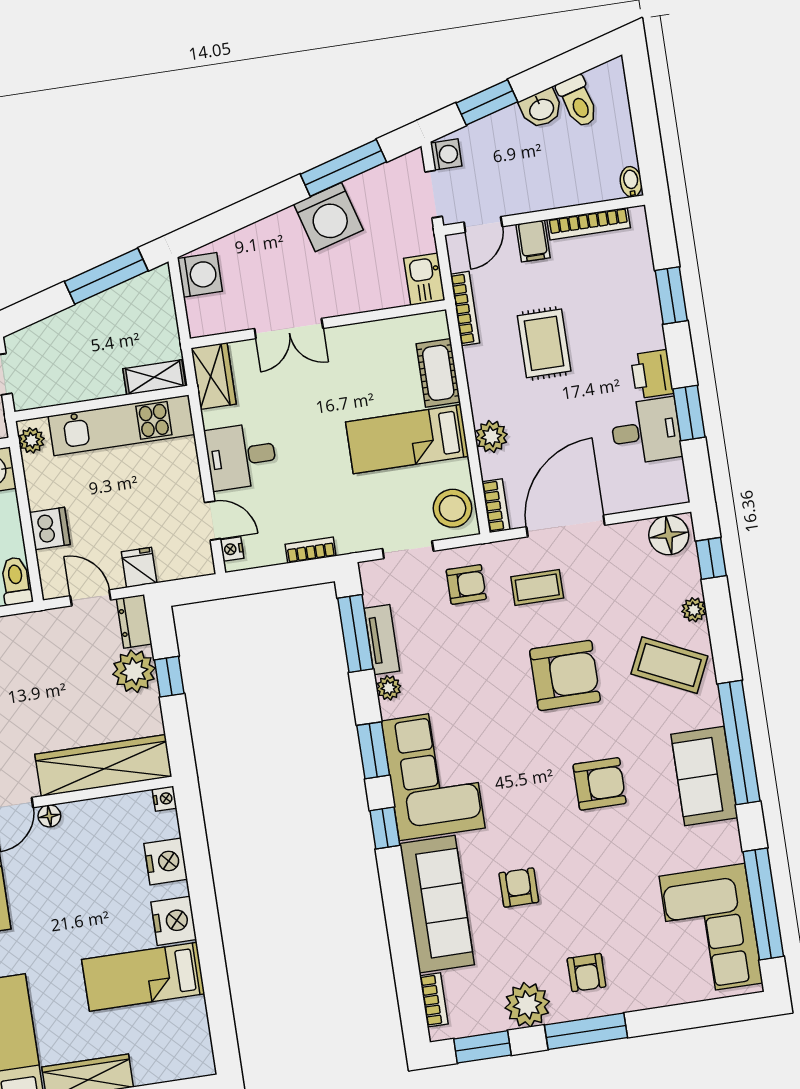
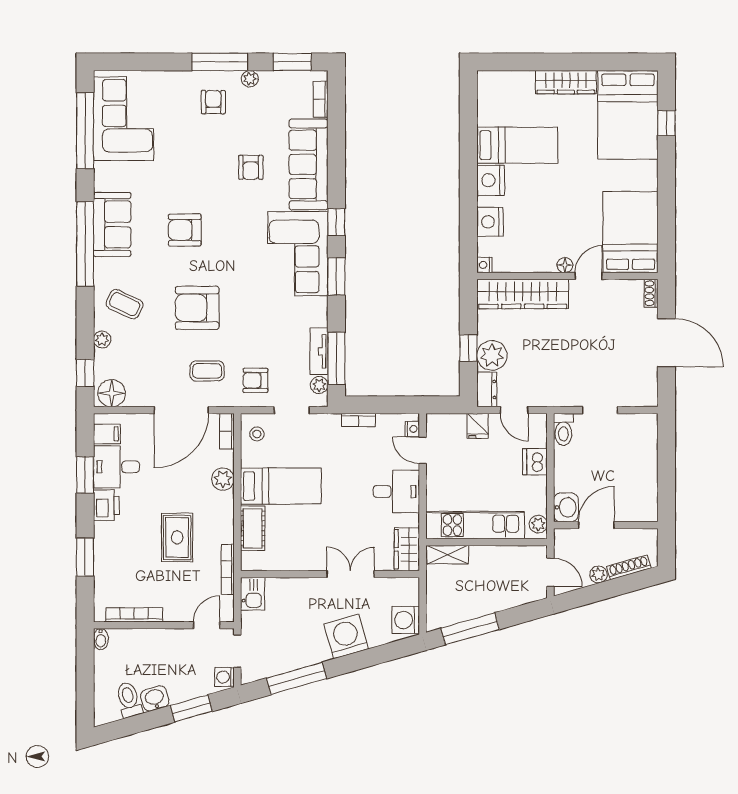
washing machine: (328, 217) -> (346, 636), moved
filing cabinet: (533, 241) -> (107, 434), moved, turned 90
stool: (453, 508) -> (257, 434), width x0.53, depth x0.53
coffee table: (669, 665) -> (125, 304), width x0.73, depth x0.77
plant: (389, 688) -> (319, 385), moved
plant: (527, 1005) -> (250, 79), width x0.53, depth x0.53

